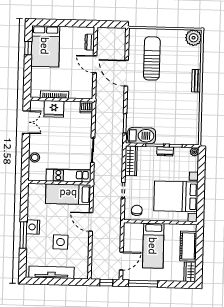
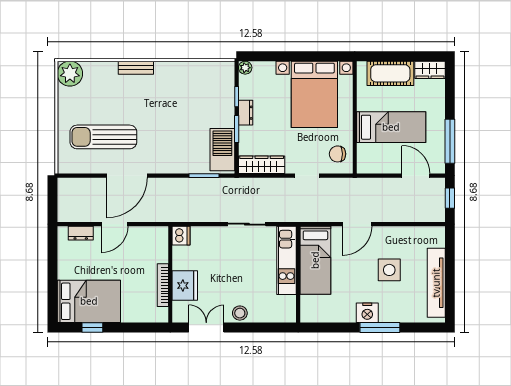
stool: (35, 157) -> (240, 313), moved

